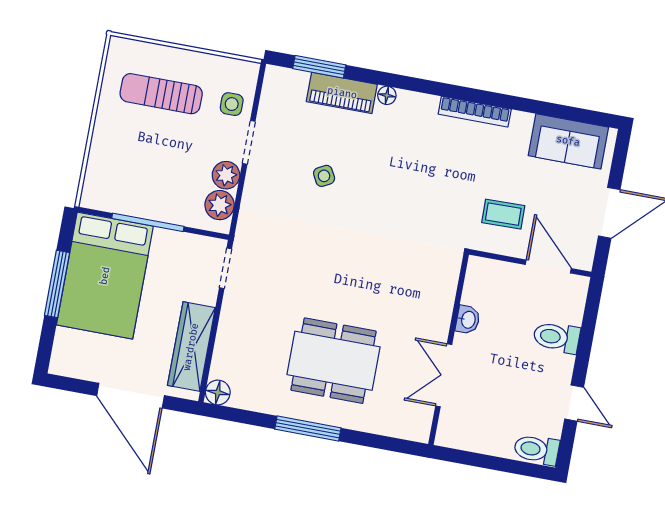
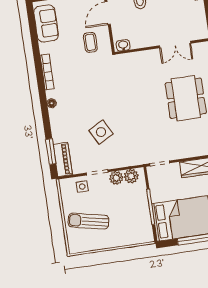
piano: (342, 93) -> (63, 159), moved
sun lounger: (161, 94) -> (88, 221), turned 102
floor lamp: (387, 95) -> (52, 103), moved
side table: (324, 176) -> (101, 132), width x1.87, depth x1.87
washbasin: (468, 320) -> (123, 45), moved

